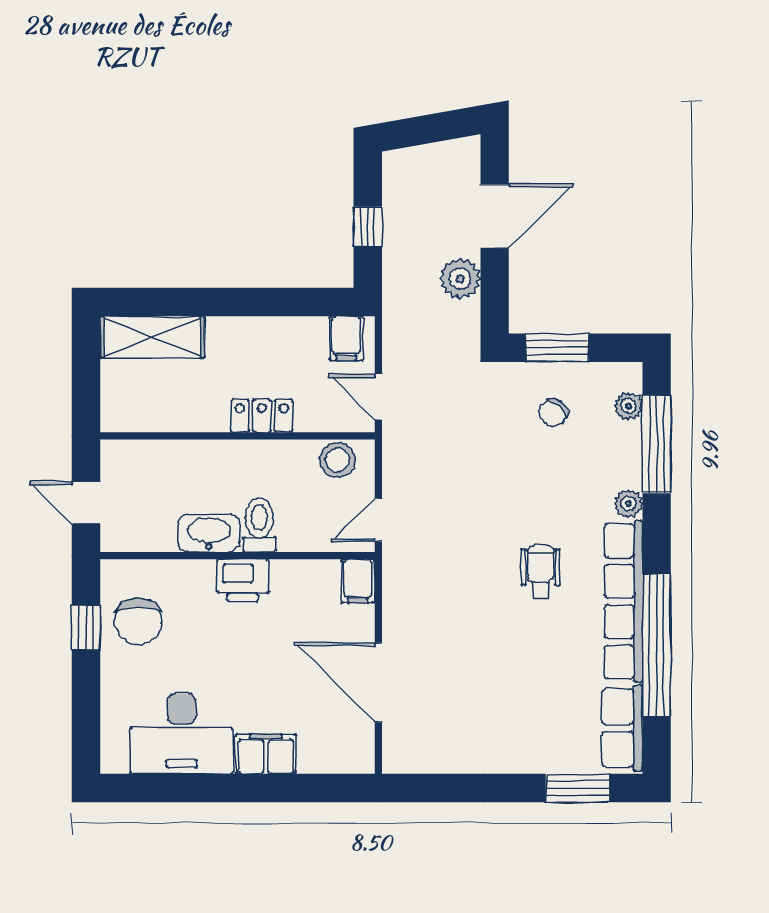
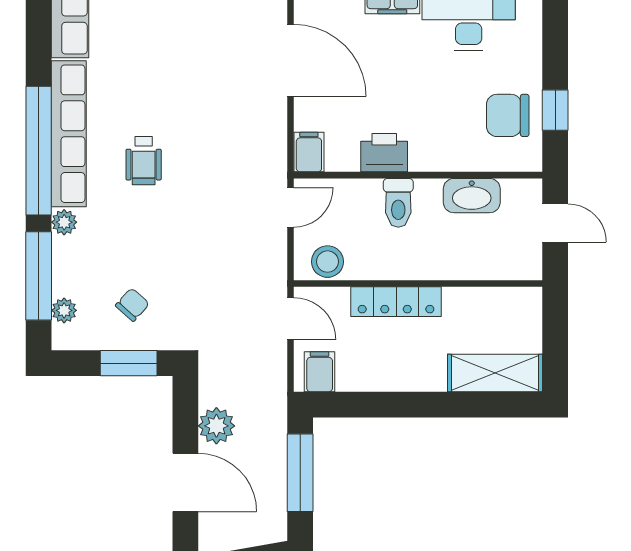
door: (495, 216) -> (185, 482), swing flipped
window: (368, 227) -> (300, 473), width x2.17
locker: (262, 416) -> (396, 302), width x1.53
washbasin: (209, 533) -> (472, 196), moved
printer: (243, 580) -> (384, 153), moved
chair: (138, 622) -> (508, 115), turned -90
window: (657, 645) -> (39, 151), moved

